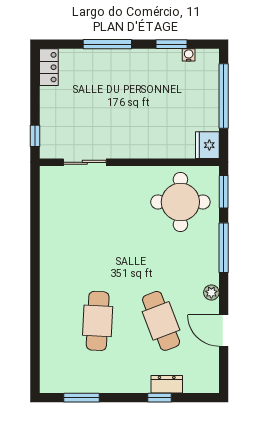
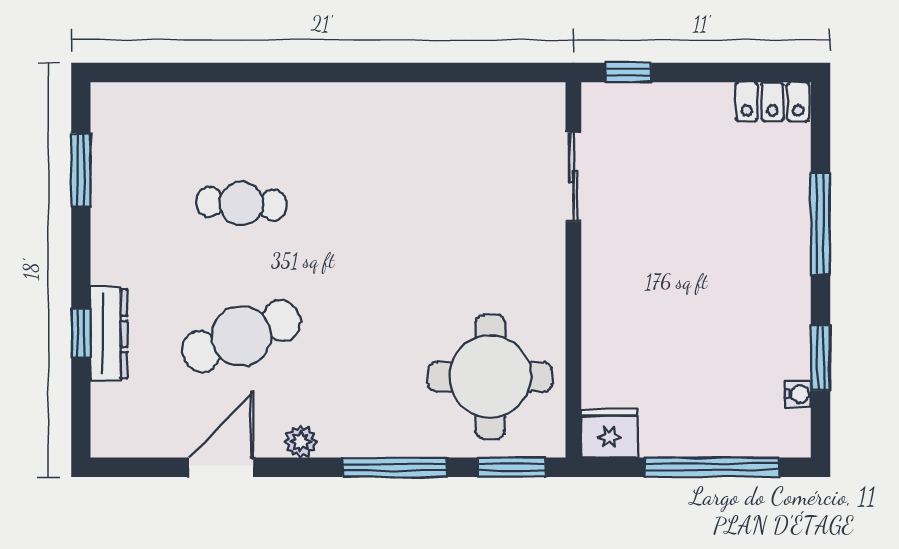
cafe table: (98, 321) -> (241, 204), width x0.73, depth x0.74
dresser: (167, 384) -> (109, 334), width x1.44

